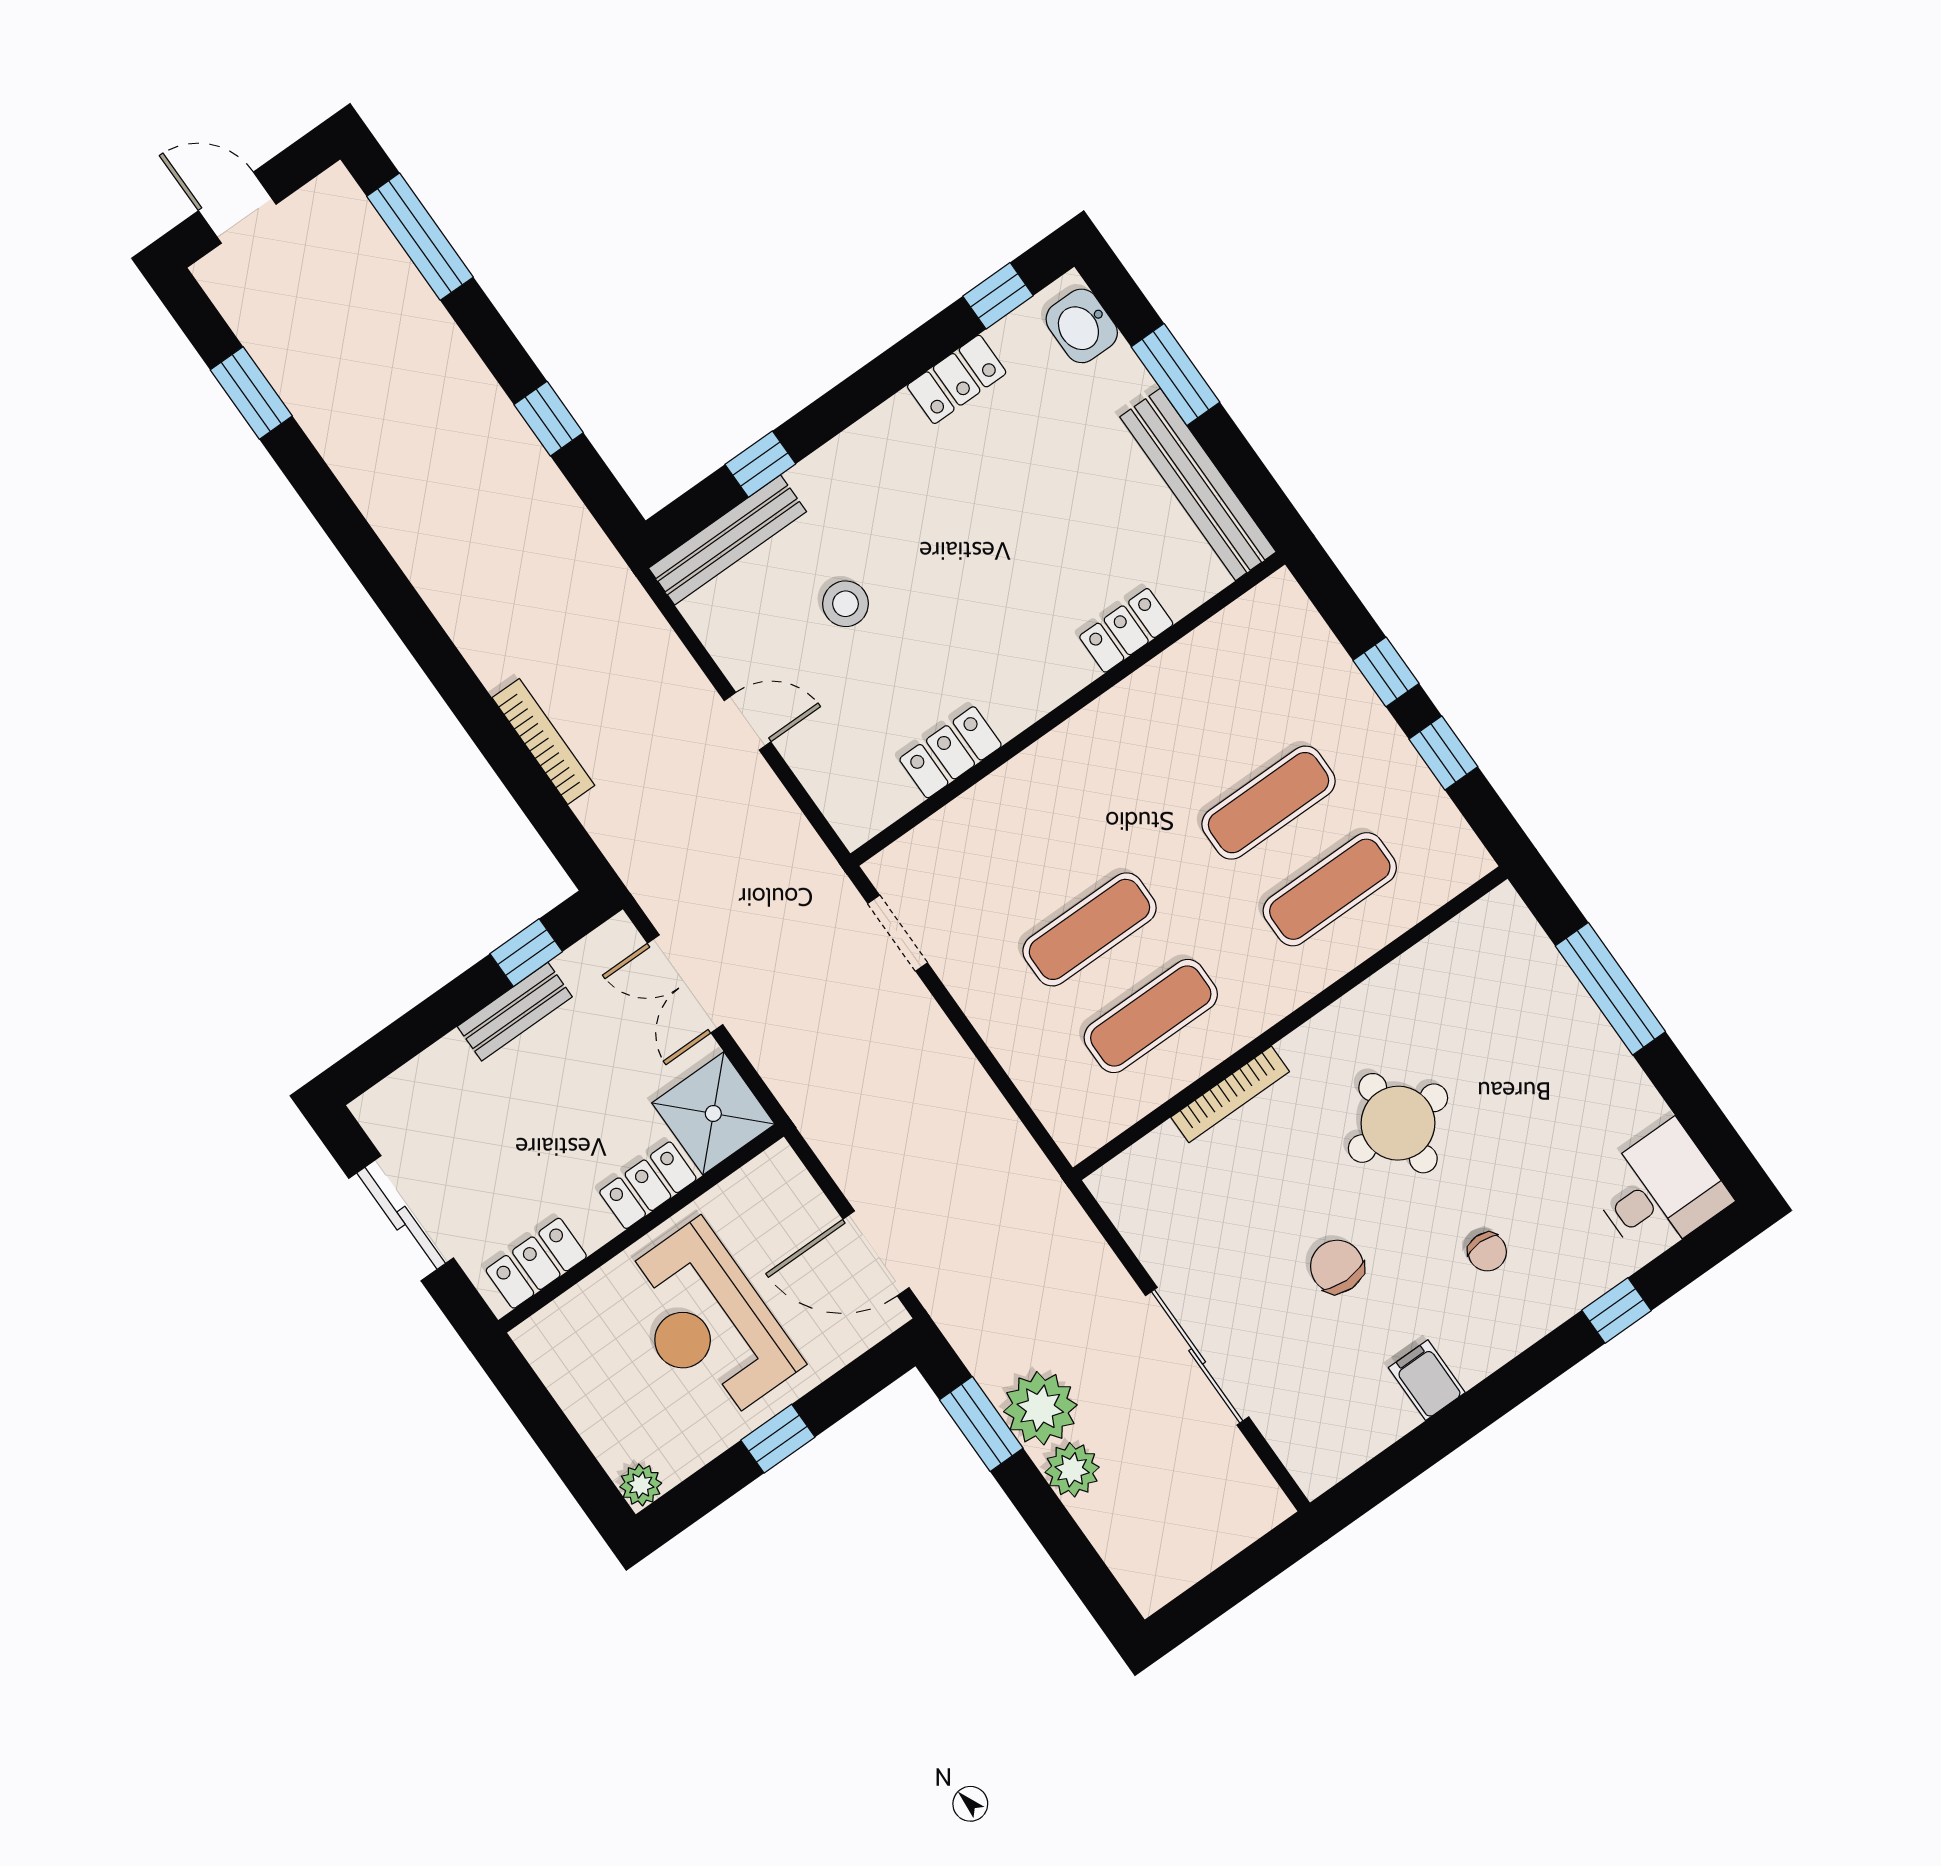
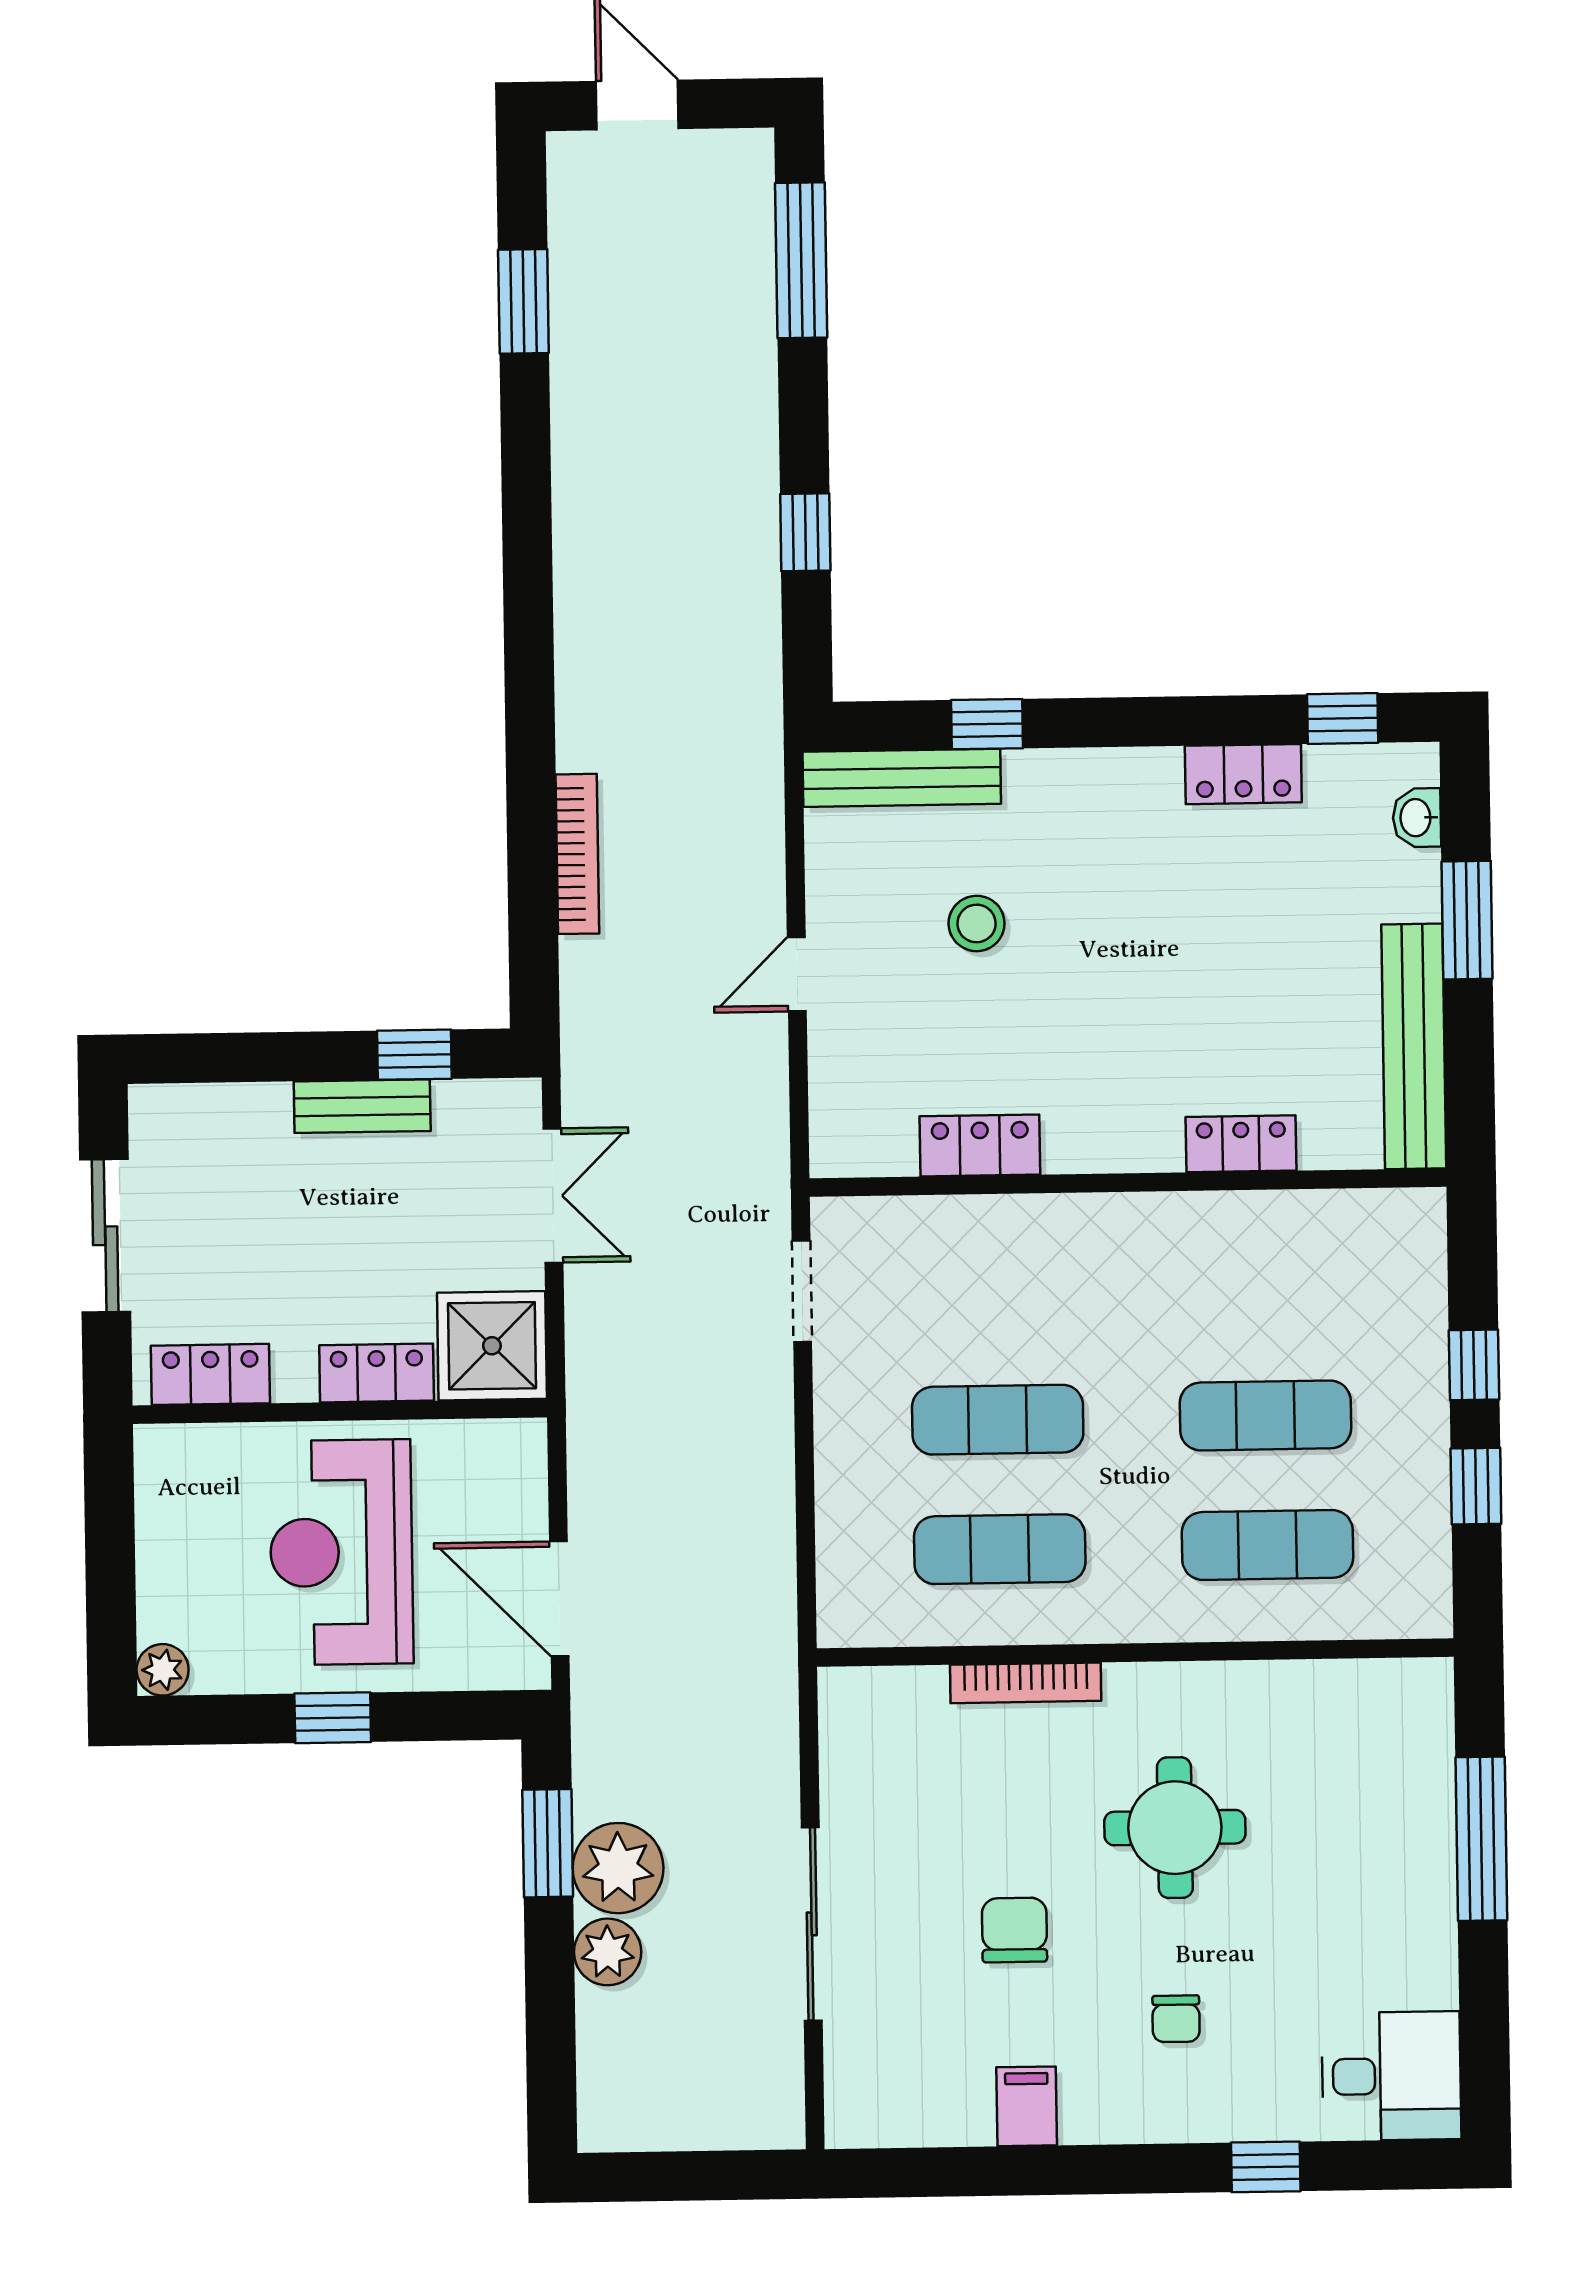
washbasin: (1082, 326) -> (1417, 818), width x0.72, depth x0.69
door: (748, 721) -> (797, 974), swing flipped
double door: (685, 984) -> (553, 1196), swing flipped

